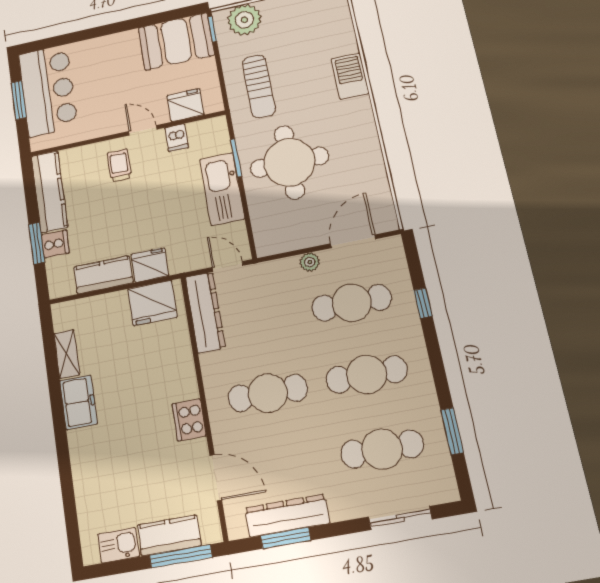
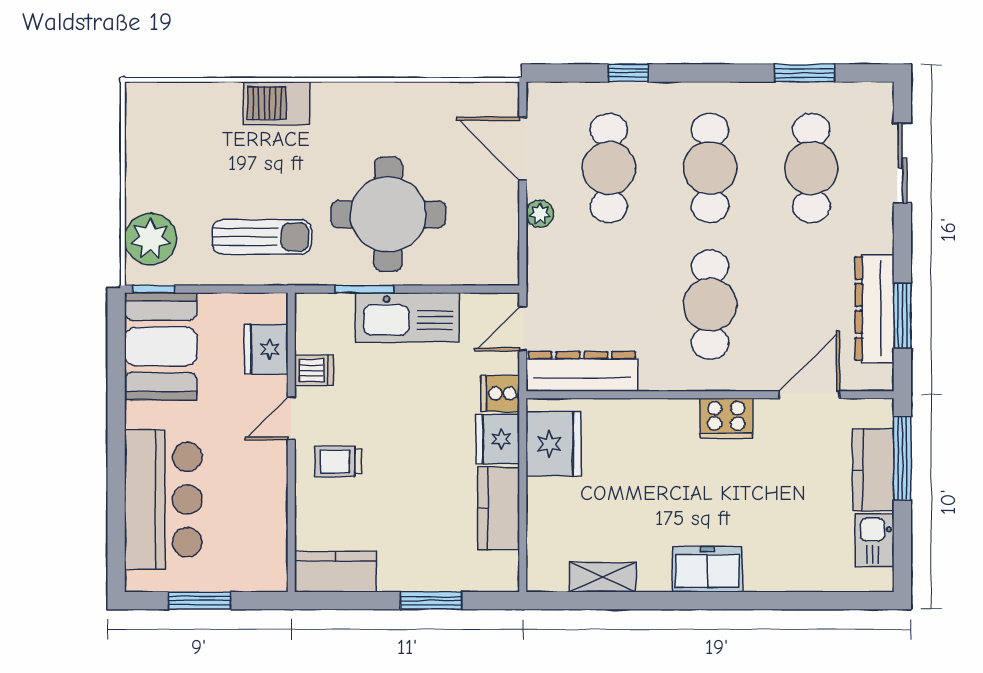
bar counter: (48, 90) -> (163, 500), moved, turned 90
kitchen counter: (49, 192) -> (335, 572), width x0.67
cooker: (55, 244) -> (500, 393), moved, turned -90
freezer: (79, 402) -> (707, 569), moved

